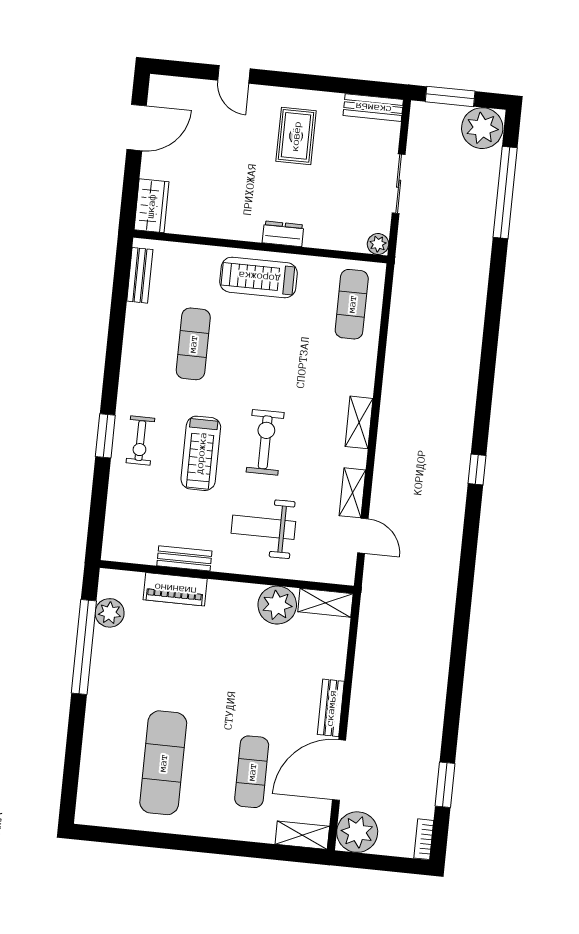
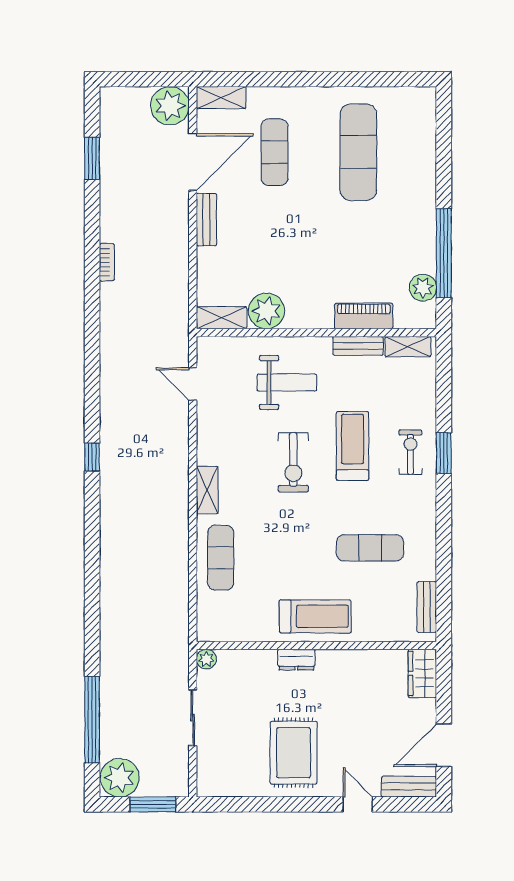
bench: (373, 108) -> (409, 787), moved
rug: (296, 136) -> (294, 753), width x1.36, depth x1.43
exercise mat: (352, 304) -> (221, 558), moved
exercise mat: (193, 344) -> (370, 548), turned 90
shelving: (352, 493) -> (408, 347), moved, turned 90
bookcase: (424, 839) -> (107, 262), moved

